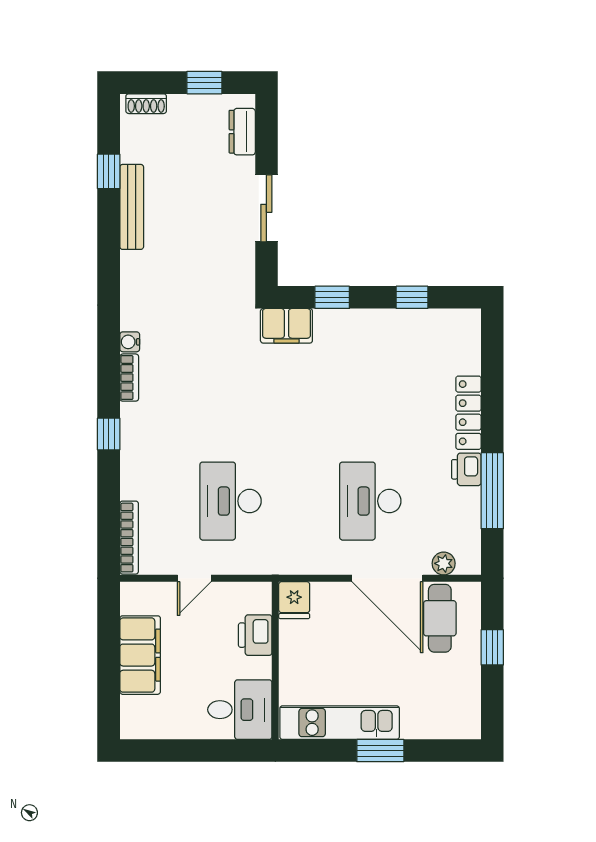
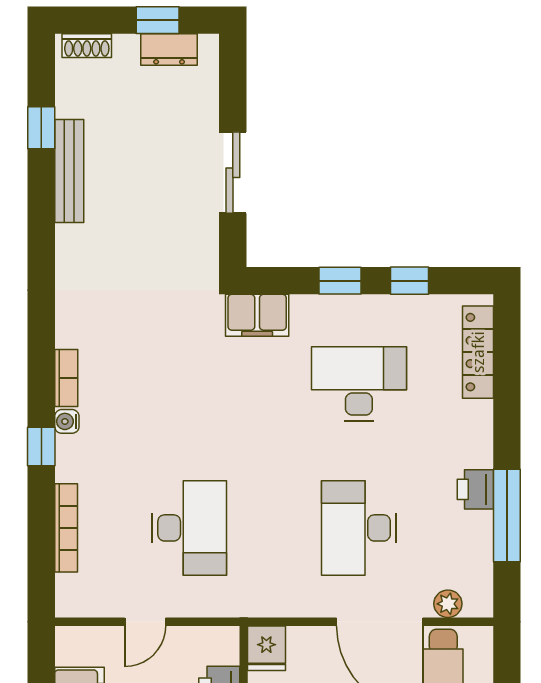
dresser: (242, 132) -> (169, 49), moved, turned -90
window: (332, 297) -> (340, 281), moved
water cooler: (130, 342) -> (67, 421), moved
desk: (370, 382) -> (359, 384), added
locker: (468, 413) -> (478, 352), moved
desk: (231, 501) -> (189, 528), turned 180
bookcase: (129, 538) -> (66, 528), moved

